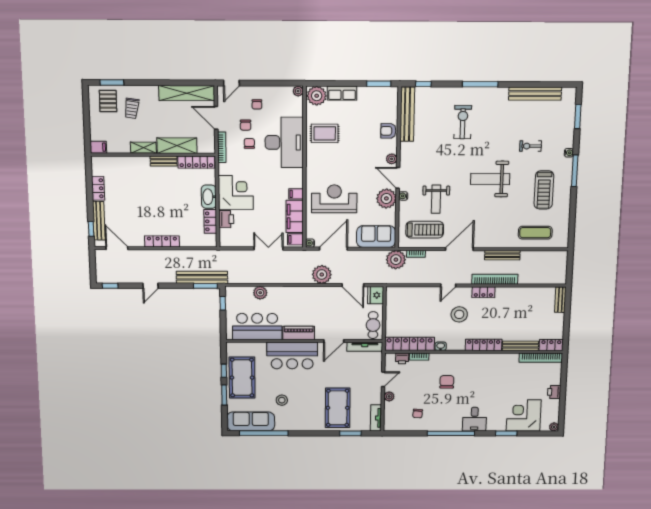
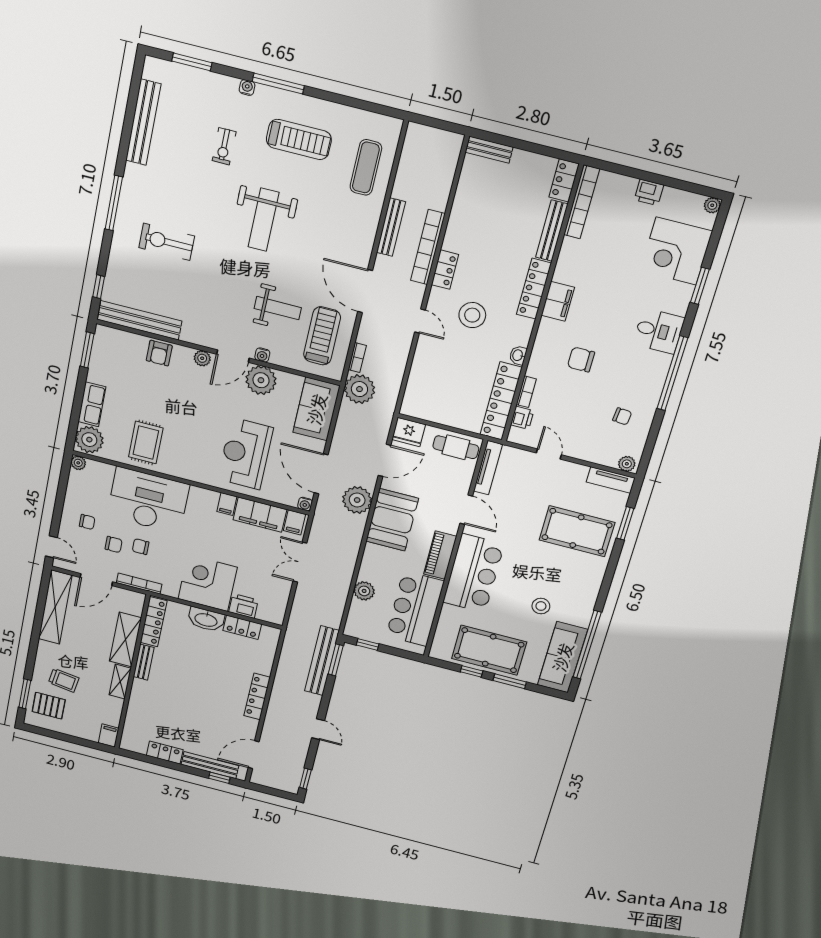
booth: (314, 299) -> (392, 520), added
filing cabinet: (479, 360) -> (558, 301), added
plant: (389, 396) -> (627, 464), moved

